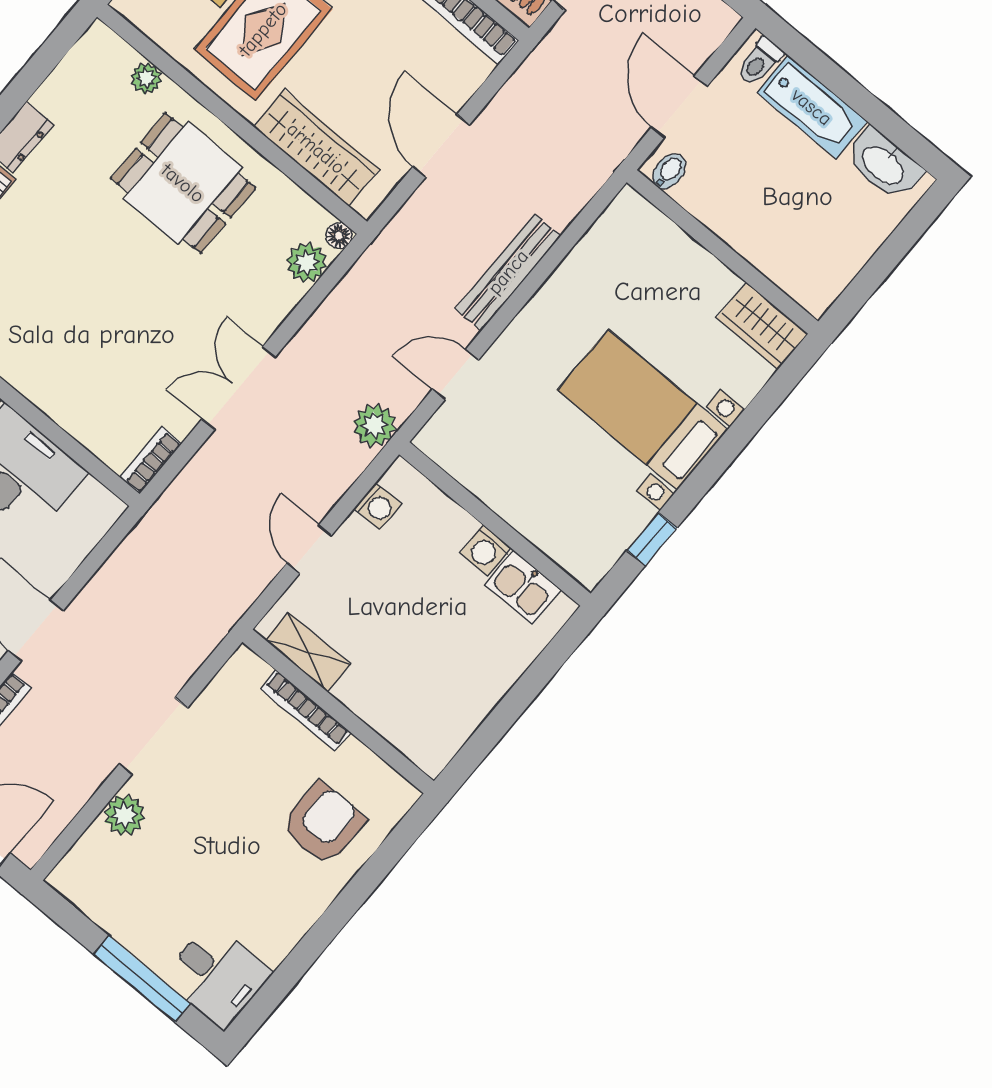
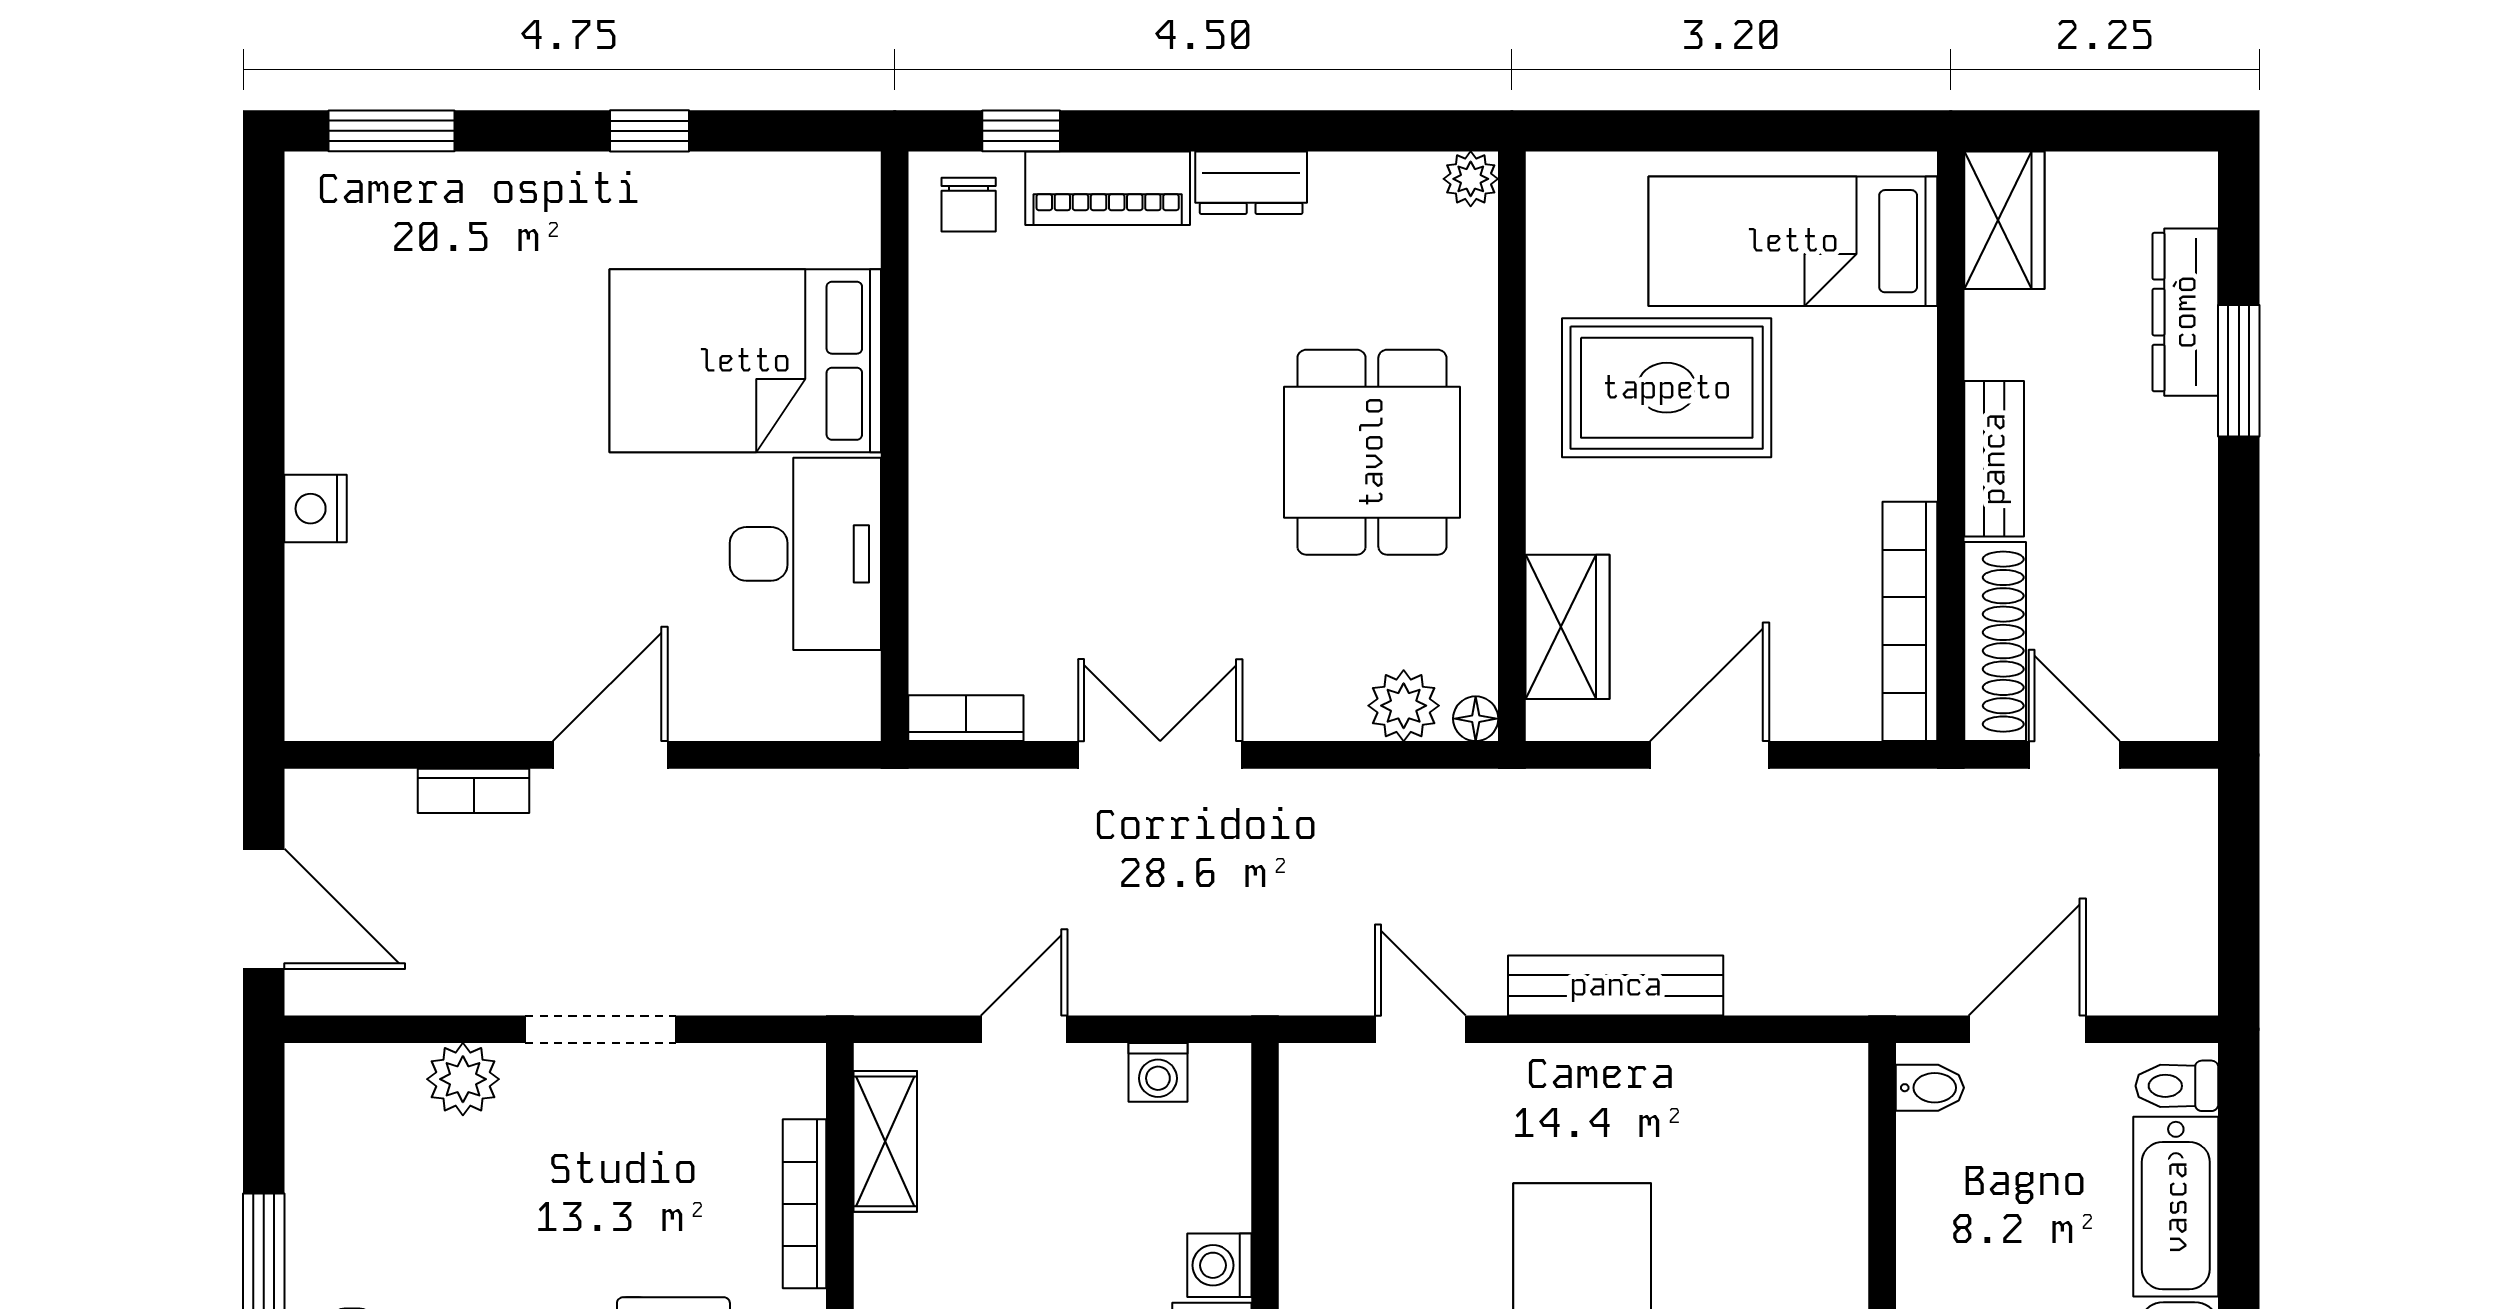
plant: (146, 78) -> (1471, 179), moved
wardrobe: (316, 148) -> (1568, 627), width x0.67
plant: (374, 425) -> (1262, 978), removed

